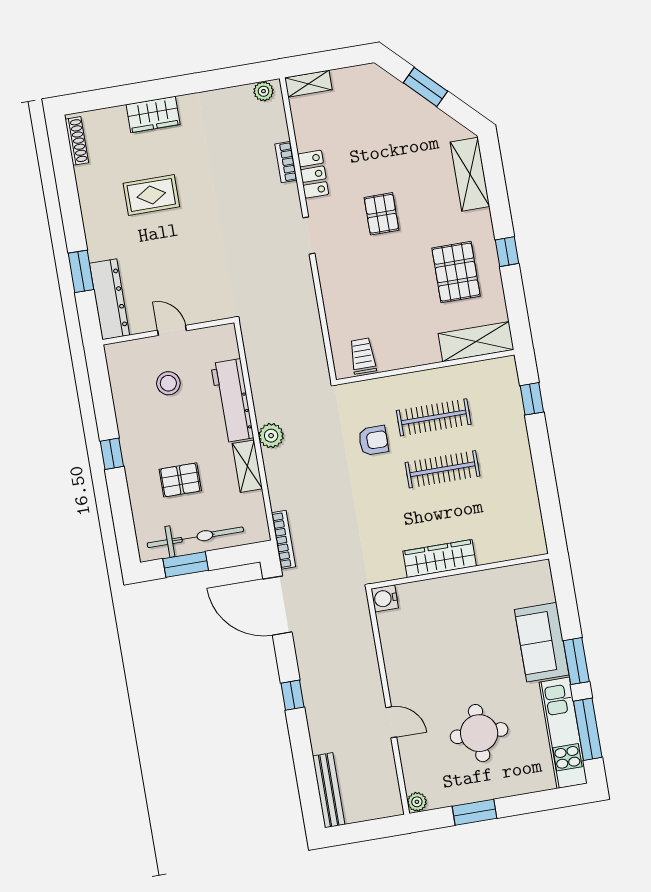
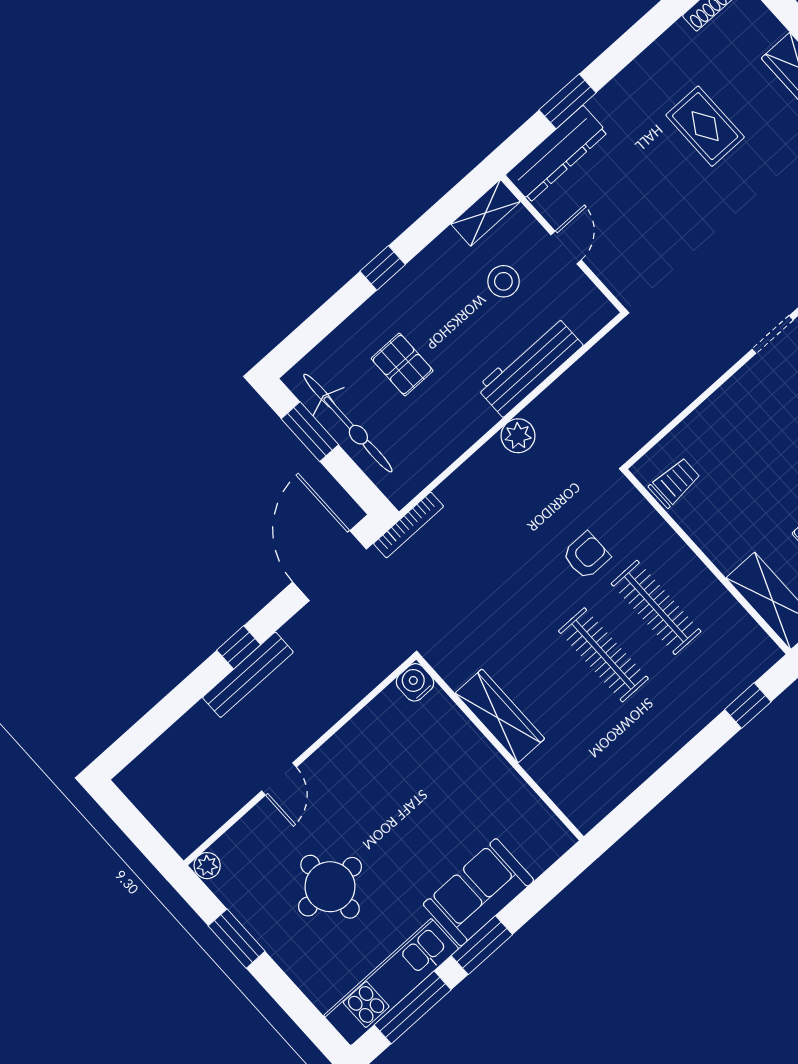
armchair: (373, 440) -> (586, 556), turned -90
shelving: (247, 466) -> (486, 213), moved
bench: (329, 790) -> (248, 675), moved

